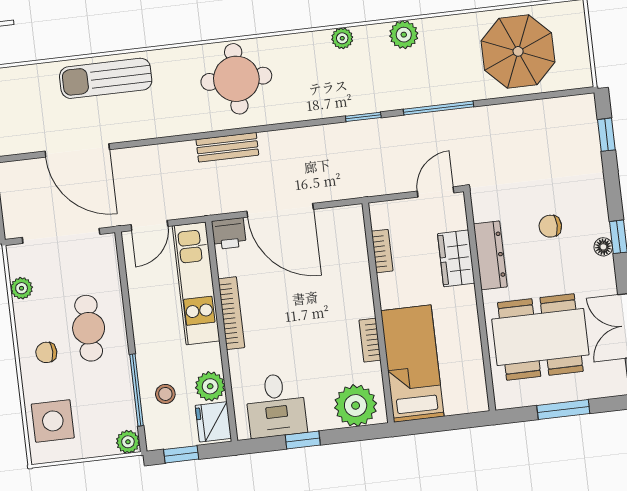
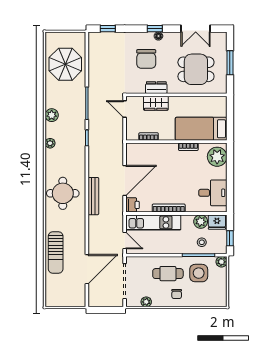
bench: (227, 147) -> (93, 196), width x1.36
chair: (550, 226) -> (146, 59), width x1.87, depth x1.87
dresser: (490, 255) -> (156, 88), width x0.70
dining table: (540, 337) -> (196, 69), width x0.73
side table: (53, 421) -> (199, 273), moved
window: (303, 440) -> (230, 182), removed

